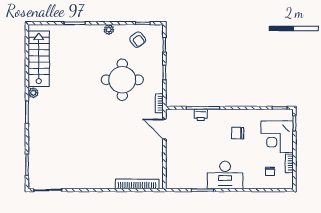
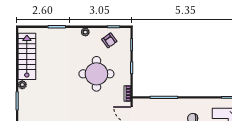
printer: (201, 115) -> (162, 103), removed

